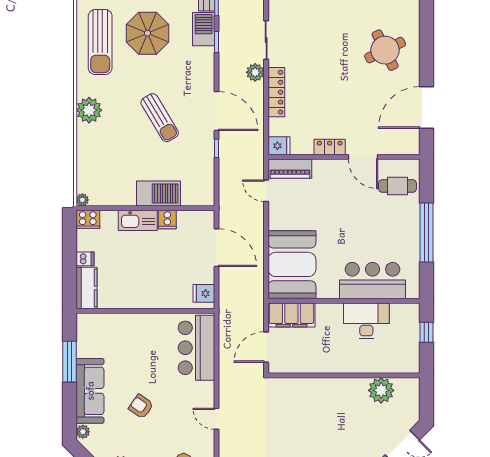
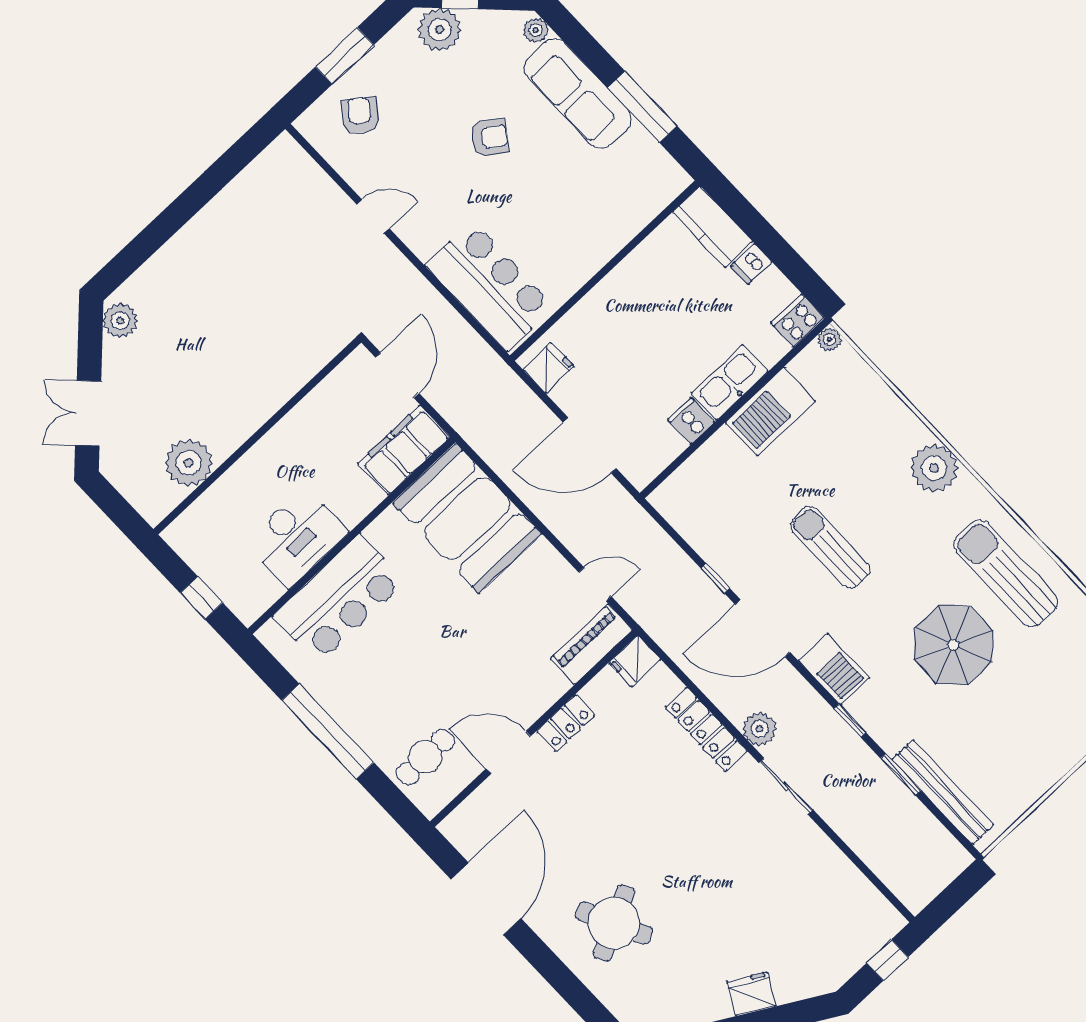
barbecue: (204, 29) -> (834, 669), moved
sun lounger: (160, 118) -> (830, 547), turned 31
barbecue: (159, 194) -> (770, 412), moved

